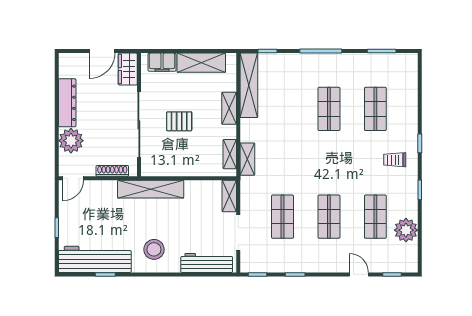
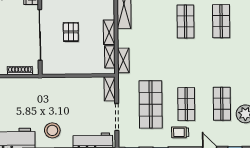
shelving: (229, 108) -> (109, 32), moved
pallet: (179, 121) -> (71, 32), turned 90
trolley: (395, 160) -> (180, 132), moved
shelving: (151, 189) -> (49, 84), removed
shop shelf: (283, 217) -> (151, 104), width x1.43, depth x1.36

